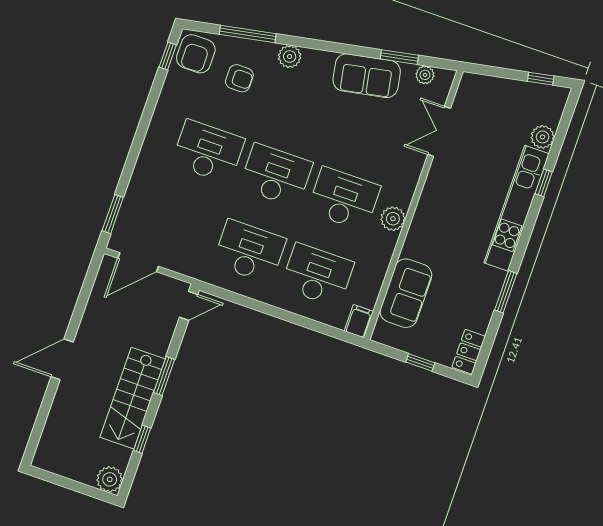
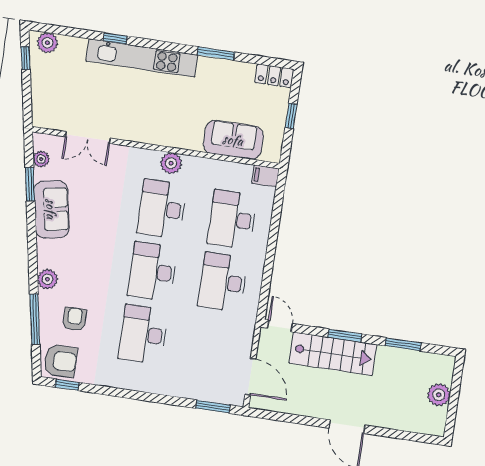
plant: (543, 137) -> (47, 43), moved
stairs: (133, 398) -> (333, 354), moved
window: (142, 439) -> (403, 344), width x1.50
plant: (110, 479) -> (439, 395), moved

